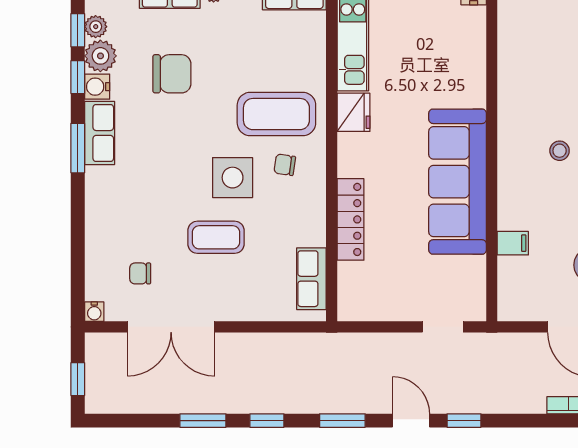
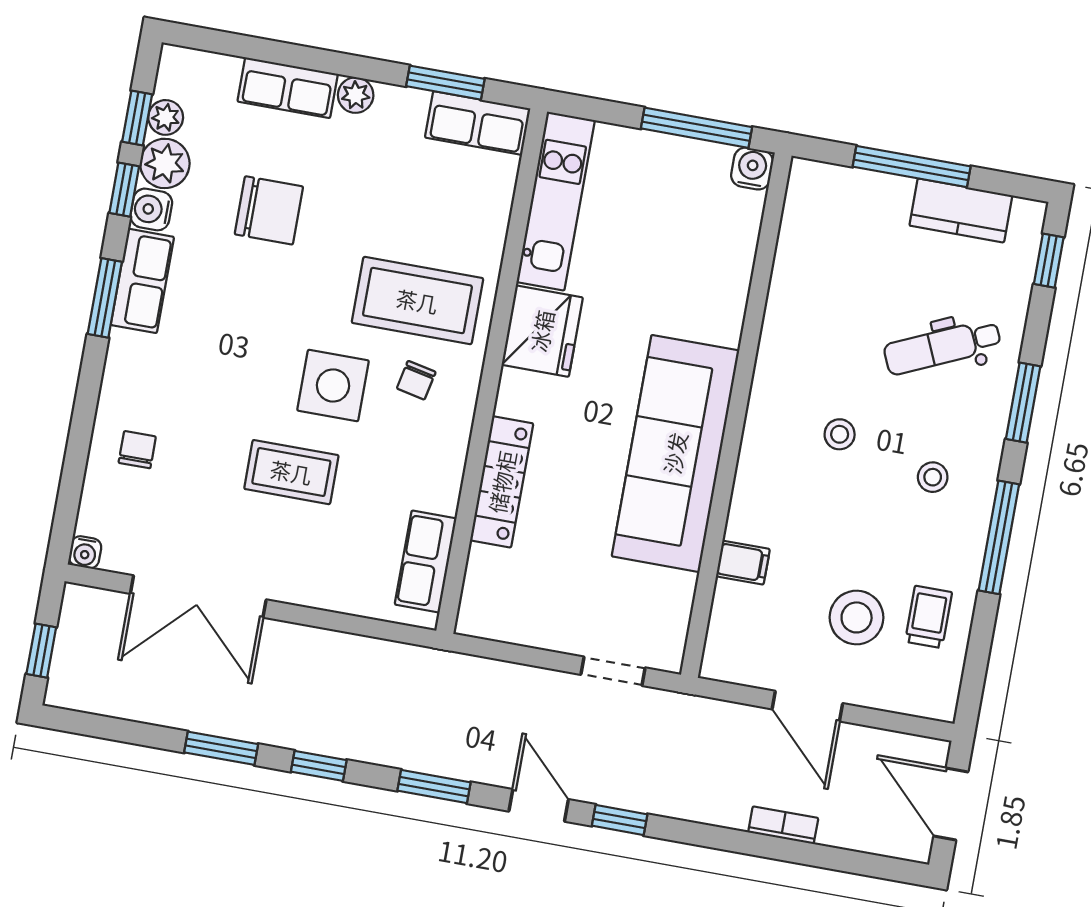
fridge: (354, 112) -> (542, 331), width x1.36, depth x1.34
chair: (285, 165) -> (416, 380), turned -86
chair: (140, 273) -> (137, 450), moved, turned 90

